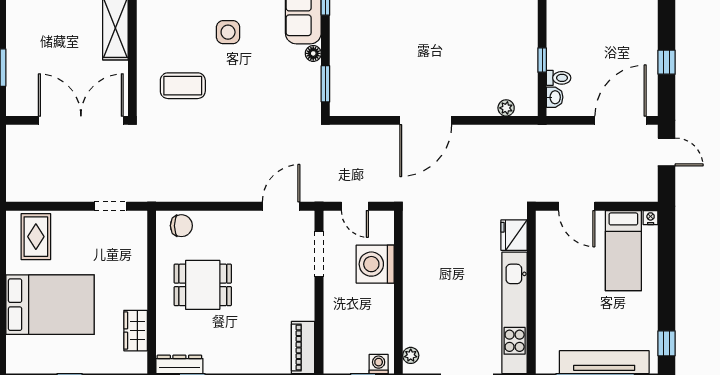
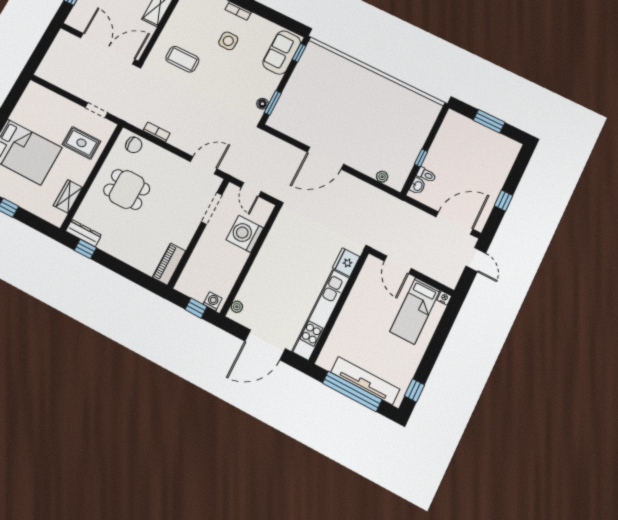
floor lamp: (313, 53) -> (262, 104), moved
bookcase: (201, 195) -> (157, 132), added
rug: (36, 237) -> (81, 143), moved, turned 90

